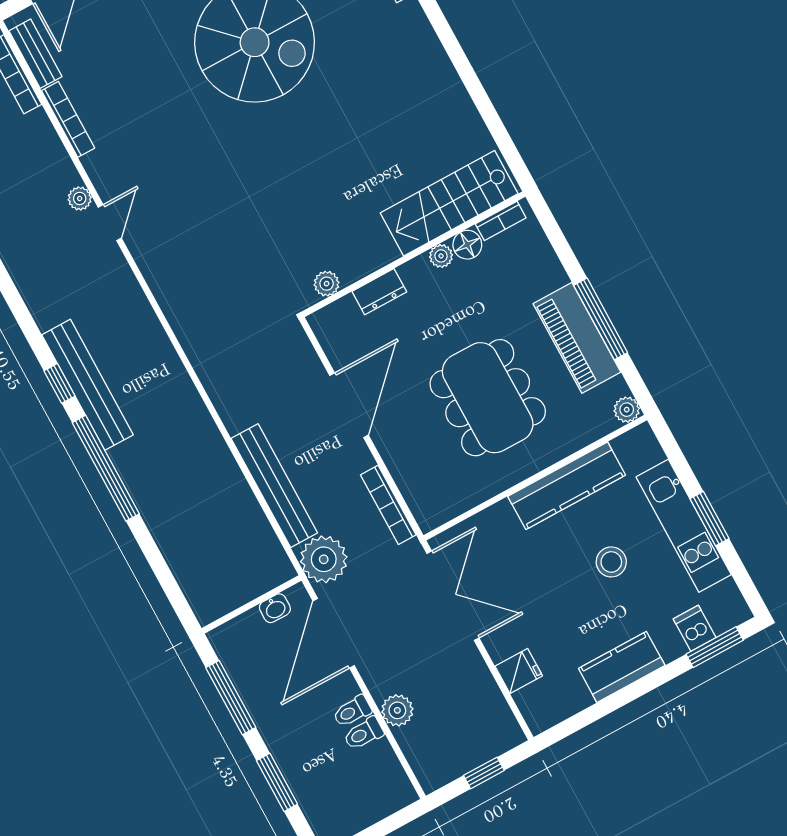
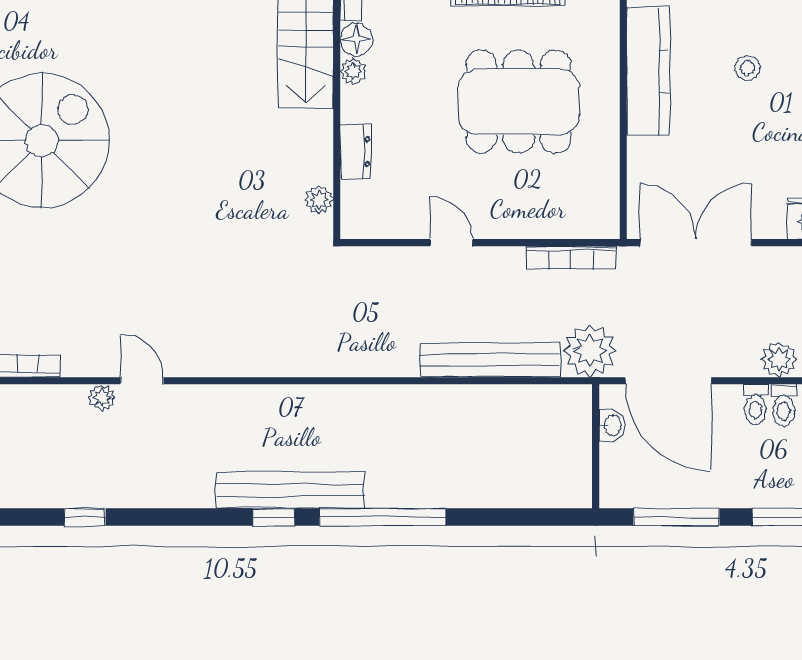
door: (349, 405) -> (451, 243), width x0.53
stool: (611, 562) -> (747, 68), width x0.73, depth x0.73

